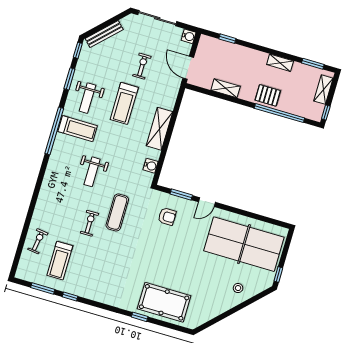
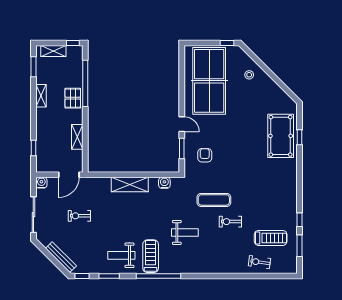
weight bench: (87, 98) -> (121, 255), turned 180
treadmill: (124, 103) -> (117, 222), removed
window: (140, 317) -> (300, 137), moved

